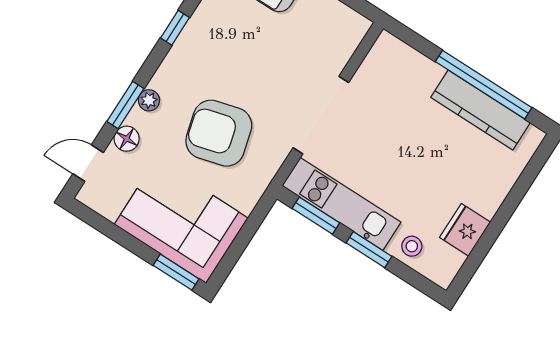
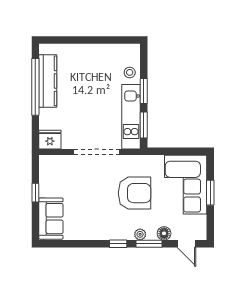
window: (175, 28) -> (118, 244), moved
armchair: (219, 133) -> (135, 193), turned -75
fridge: (465, 230) -> (50, 140), moved, turned 180
window: (176, 272) -> (210, 193), moved

